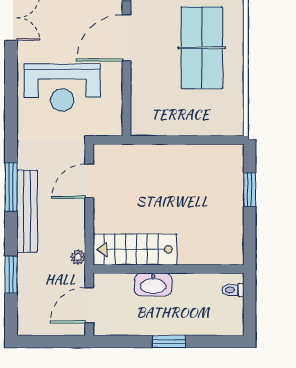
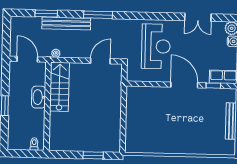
table tennis table: (202, 48) -> (177, 129), removed
reception desk: (62, 88) -> (156, 46), turned 180
door: (89, 181) -> (100, 61), hinge flipped
bench: (27, 211) -> (66, 23), moved

